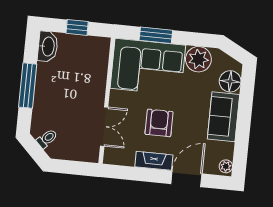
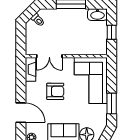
window: (156, 35) -> (112, 103), moved
plant: (198, 59) -> (99, 113), removed
fireplace: (154, 161) -> (30, 69), moved

